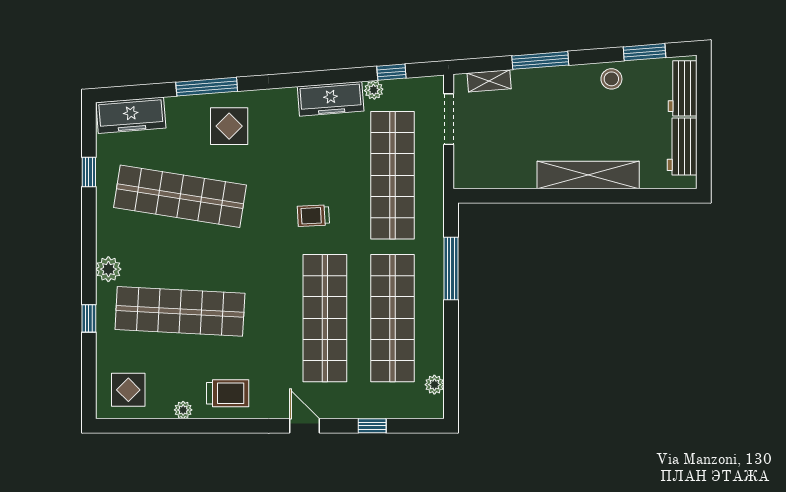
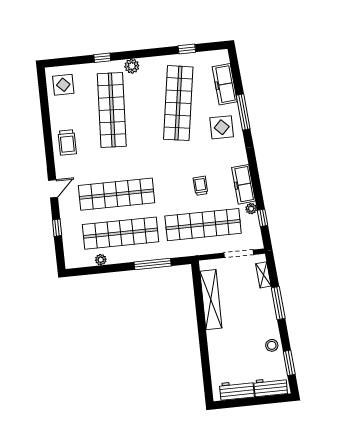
freezer: (131, 115) -> (225, 84), moved
shelving: (588, 175) -> (211, 300), moved
trolley: (313, 216) -> (201, 186), moved
plant: (434, 385) -> (101, 260), moved
plant: (183, 410) -> (55, 118), removed

